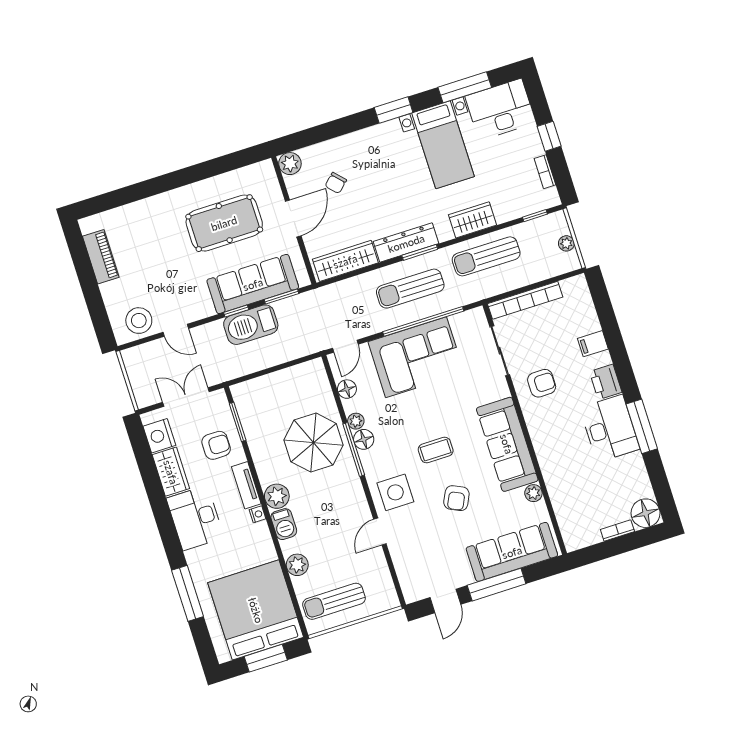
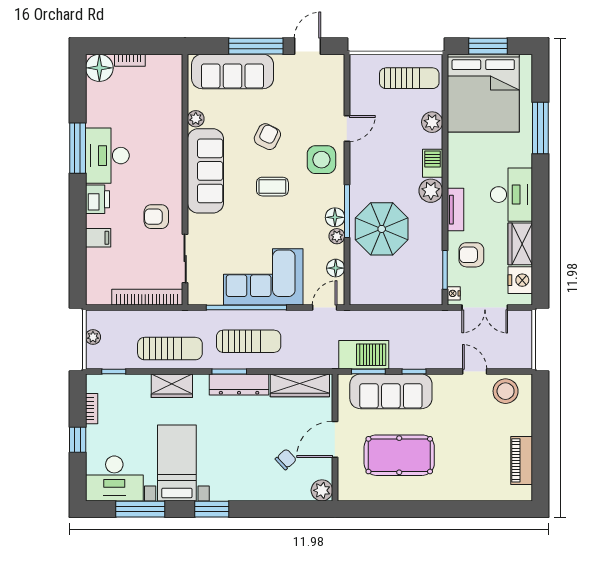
barbecue: (251, 325) -> (364, 355), moved
nightstand: (257, 514) -> (454, 293), moved

